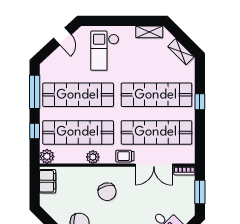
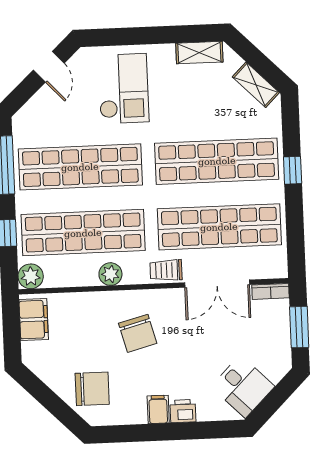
checkout: (105, 51) -> (123, 88), turned 180

